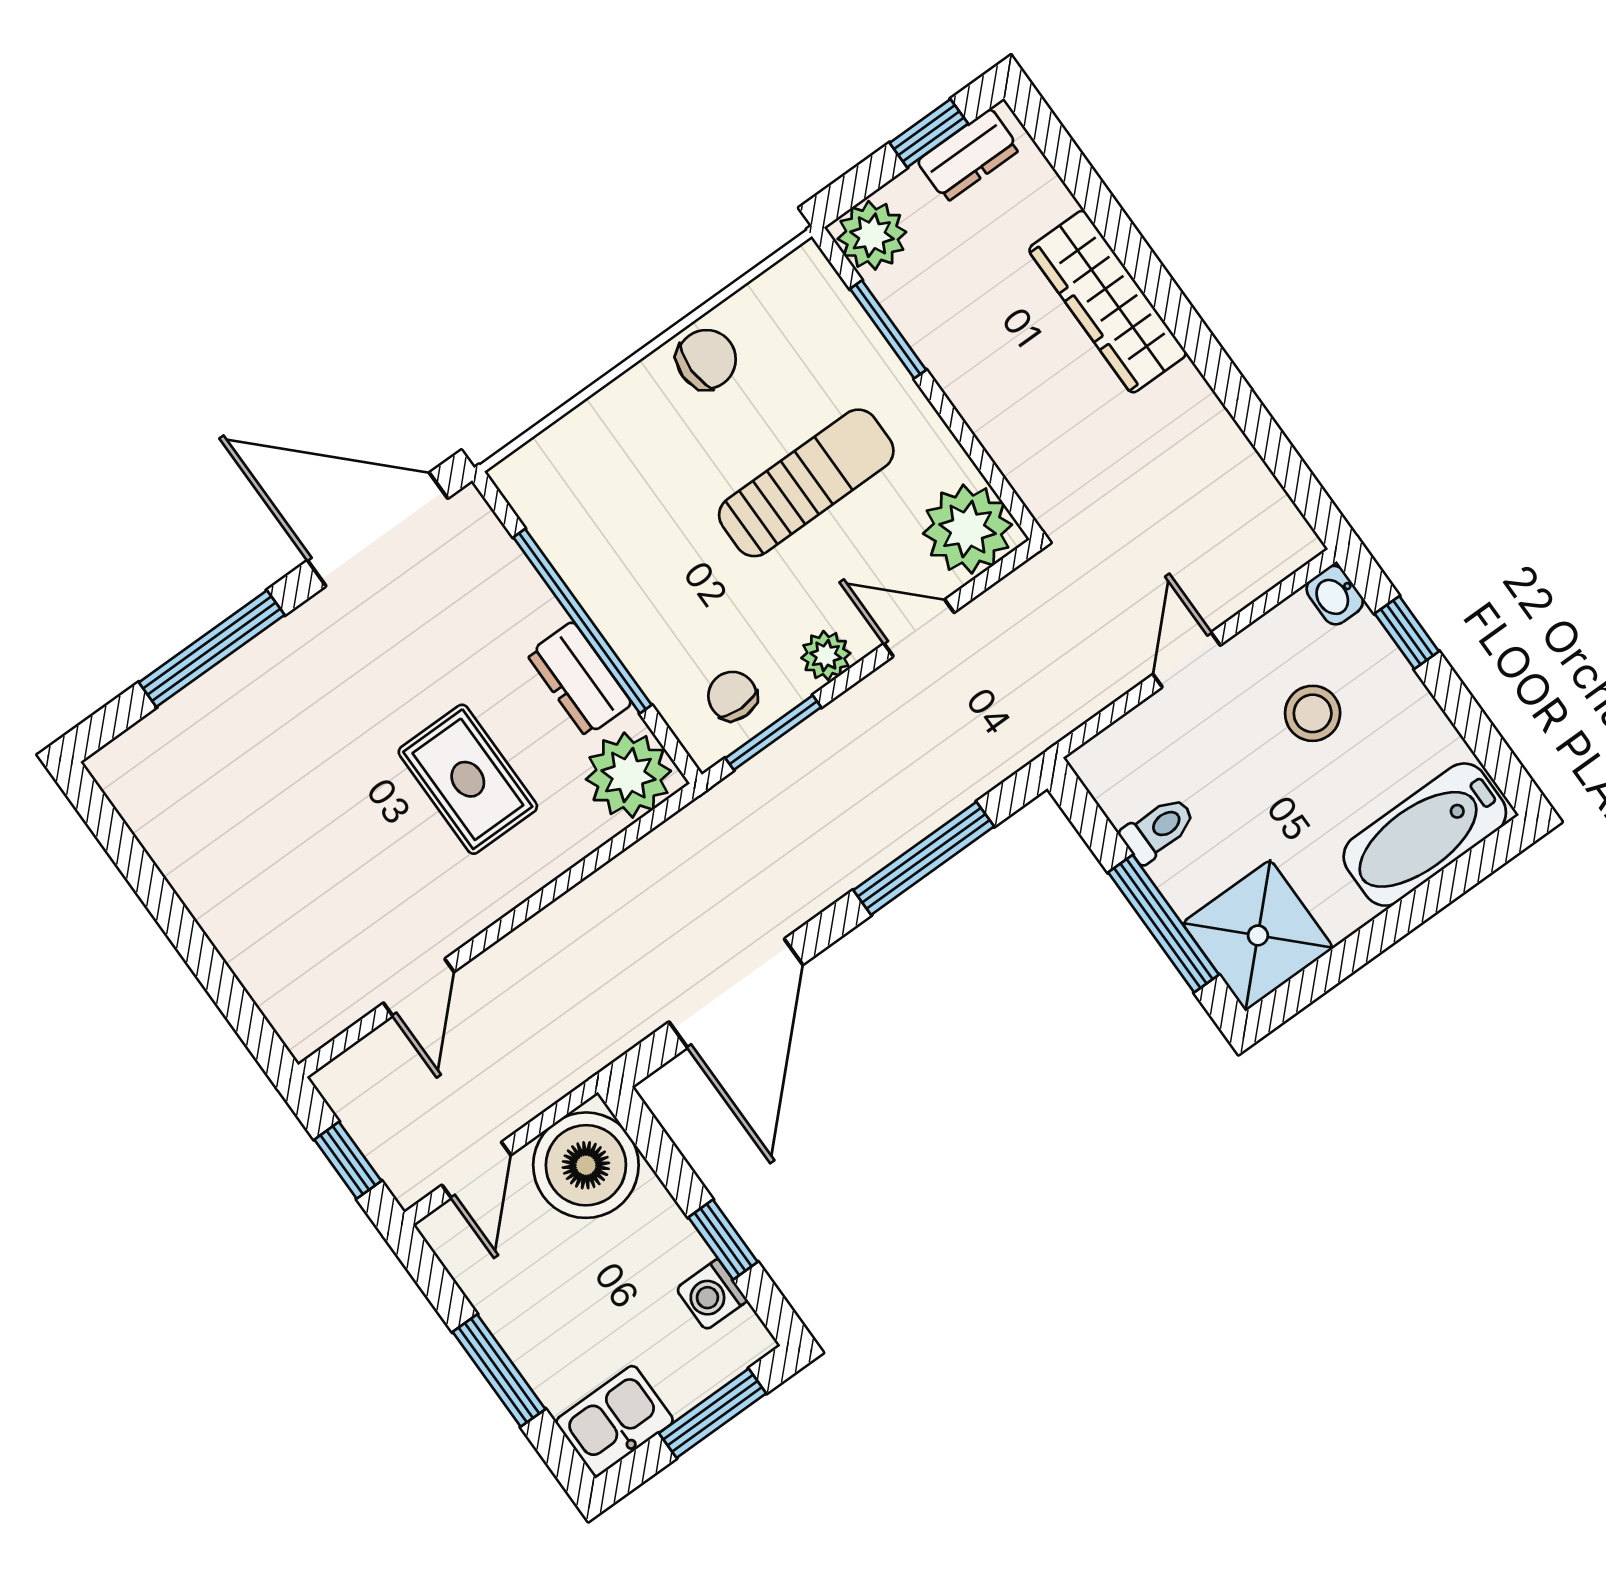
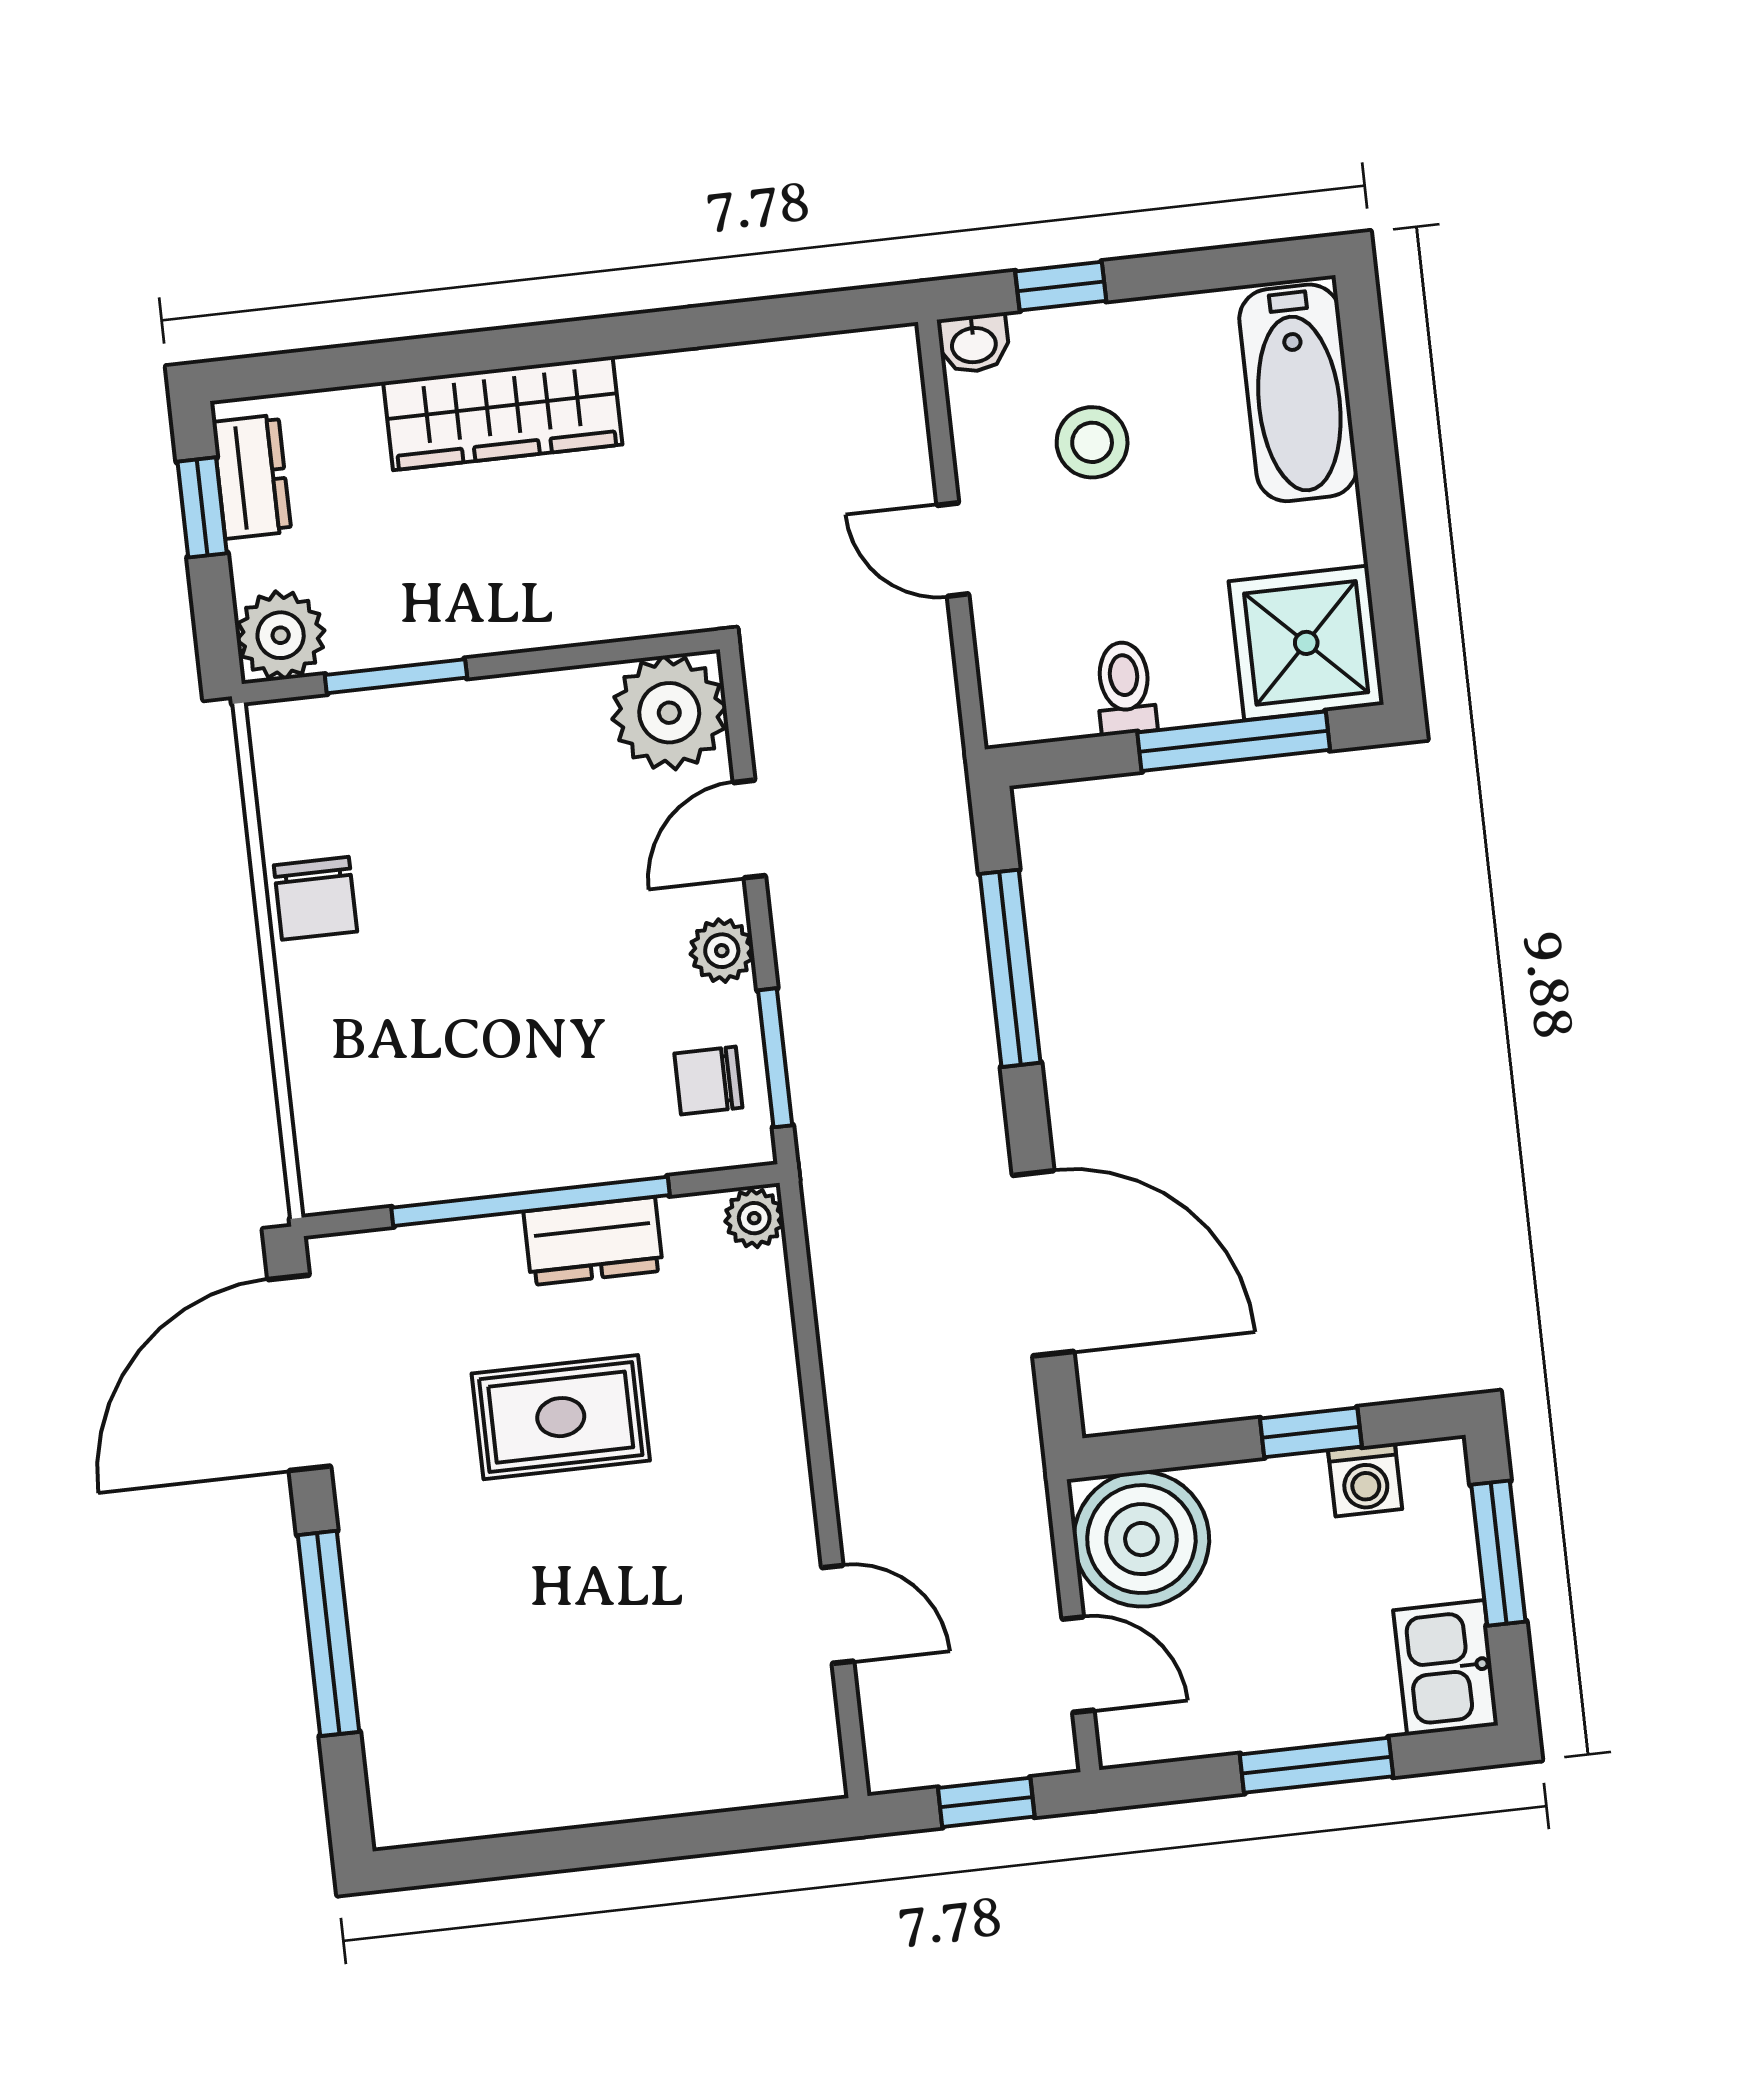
chair: (706, 359) -> (315, 898), turned 180
sun lounger: (806, 483) -> (516, 864), removed
plant: (628, 775) -> (754, 1218), width x0.53, depth x0.53
rug: (468, 779) -> (561, 1417), moved

